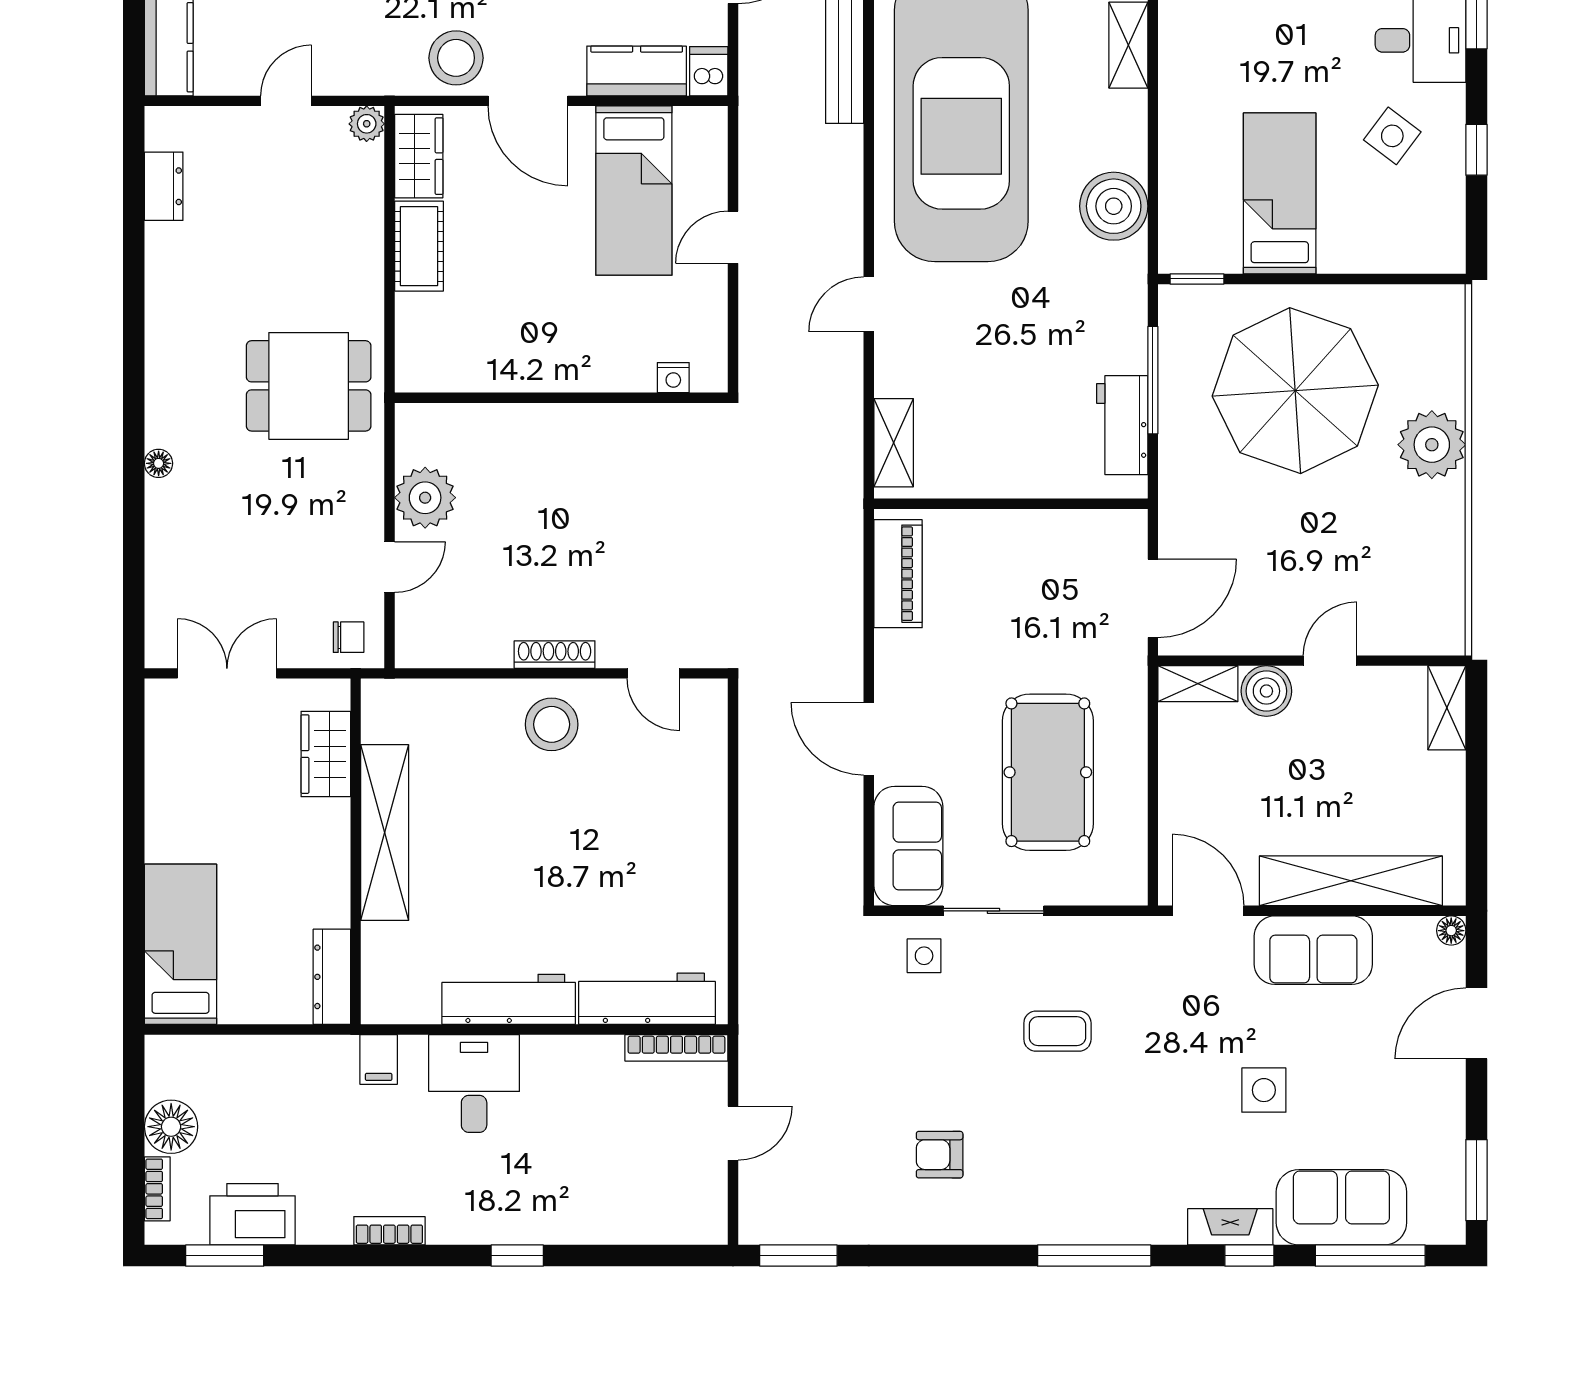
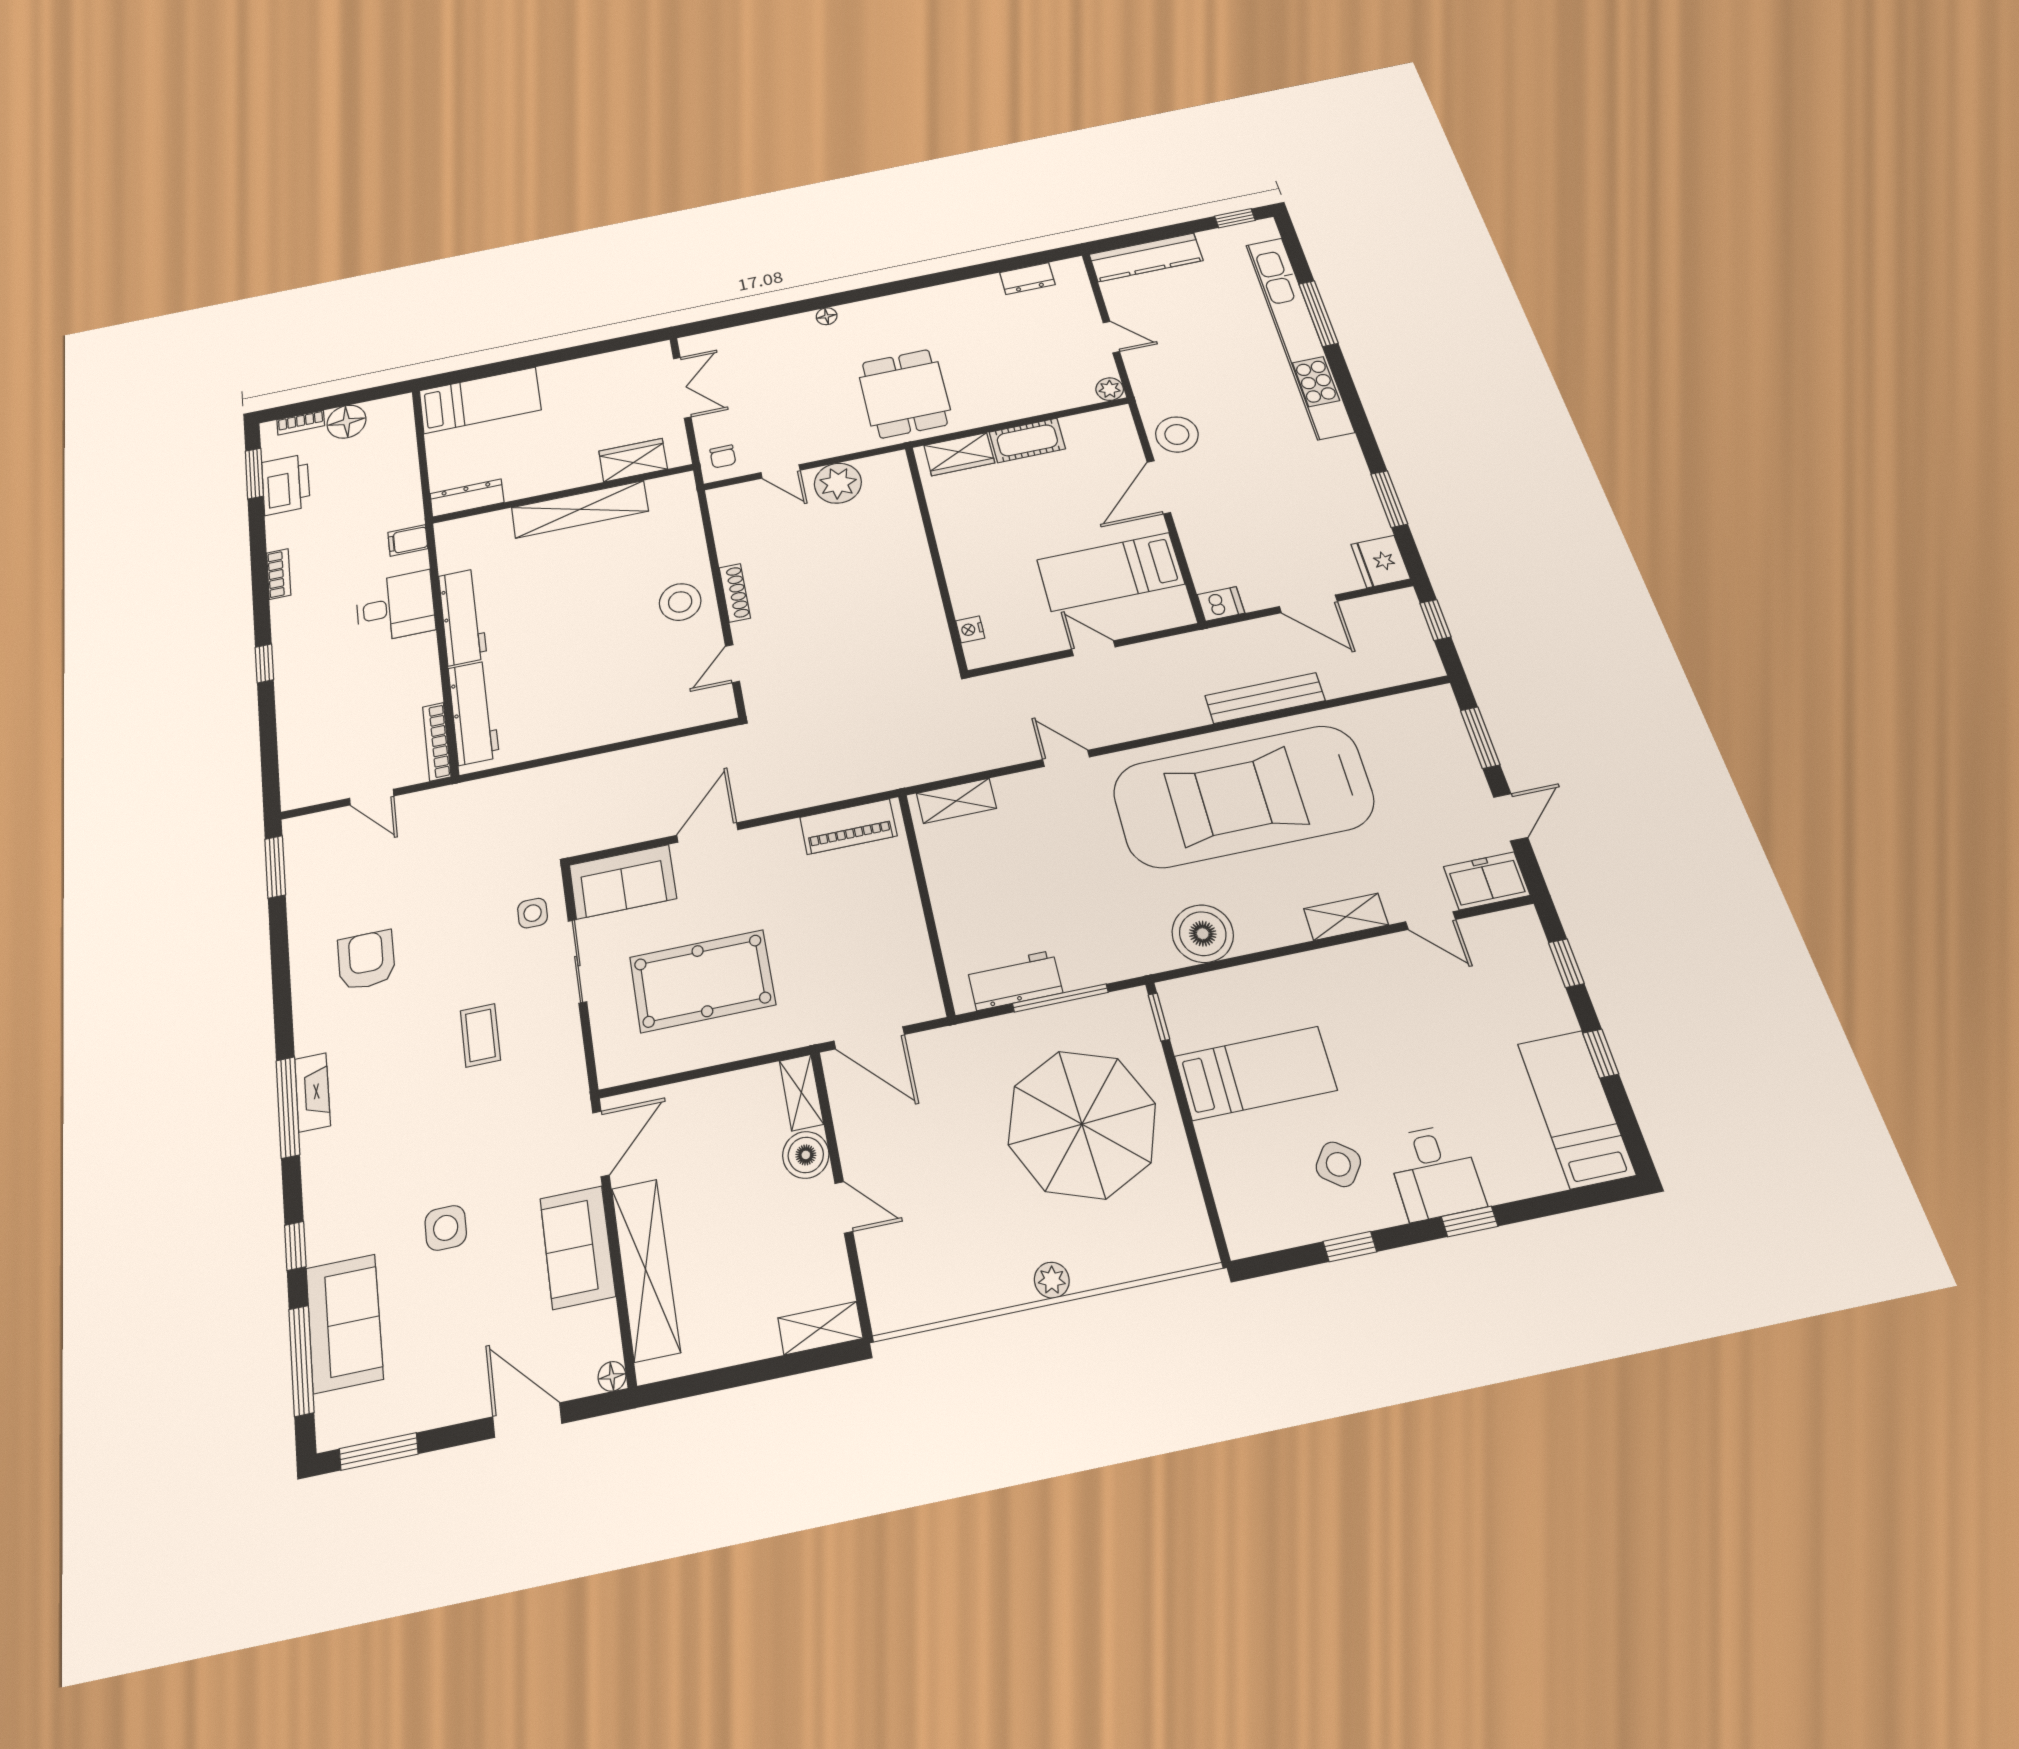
kitchen counter: (637, 71) -> (1205, 554), removed
wardrobe: (419, 156) -> (959, 454), moved
plant: (1432, 445) -> (1052, 1280), width x0.53, depth x0.53
armchair: (940, 1155) -> (366, 960), width x1.38, depth x1.38
fireplace: (1230, 1227) -> (312, 1092), moved

